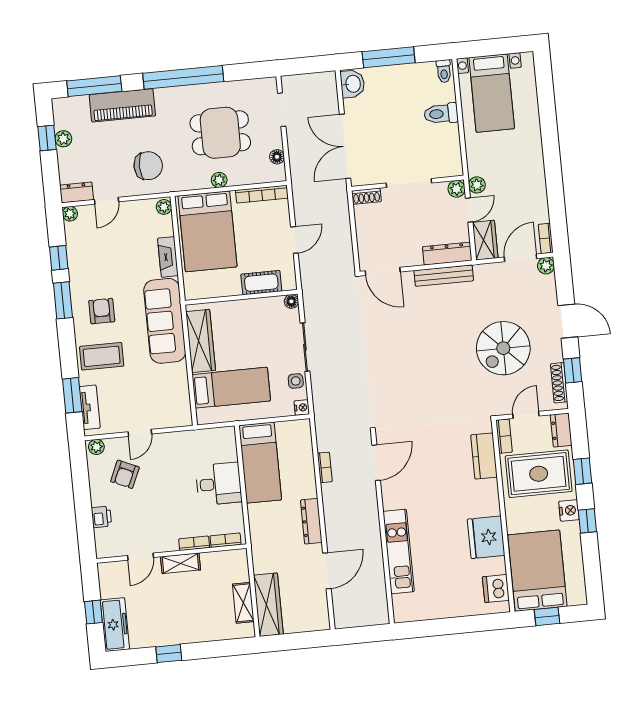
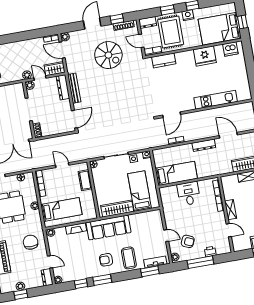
bed: (207, 231) -> (61, 210), width x0.67
door: (376, 463) -> (172, 115), swing flipped
window: (82, 496) -> (200, 262), added

